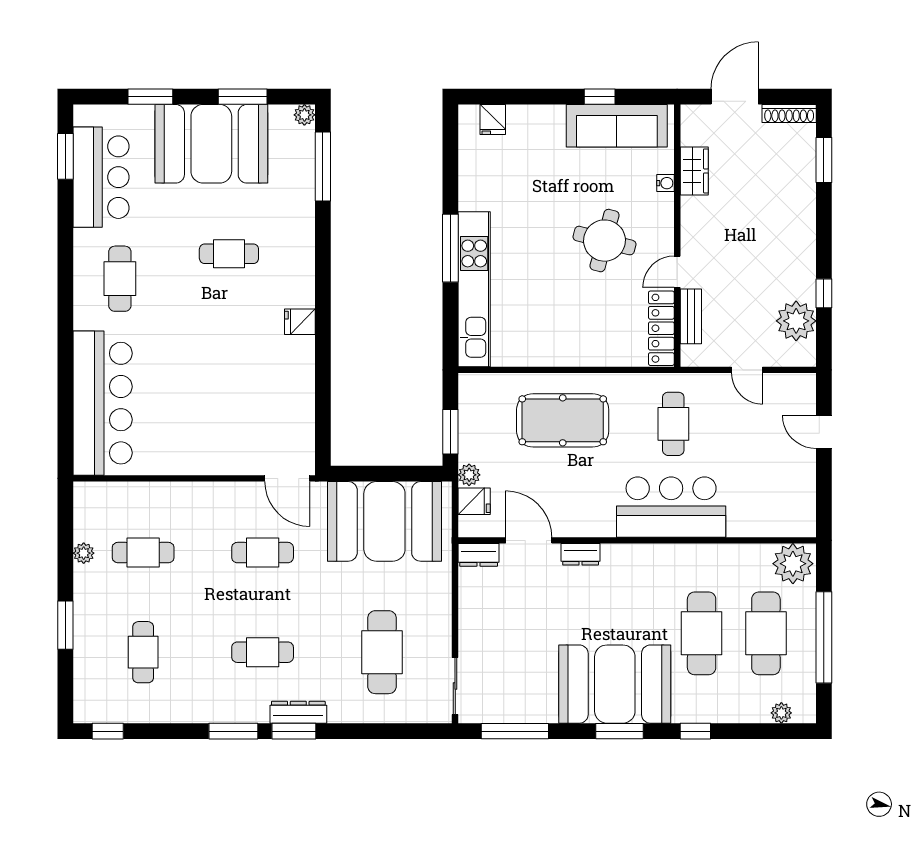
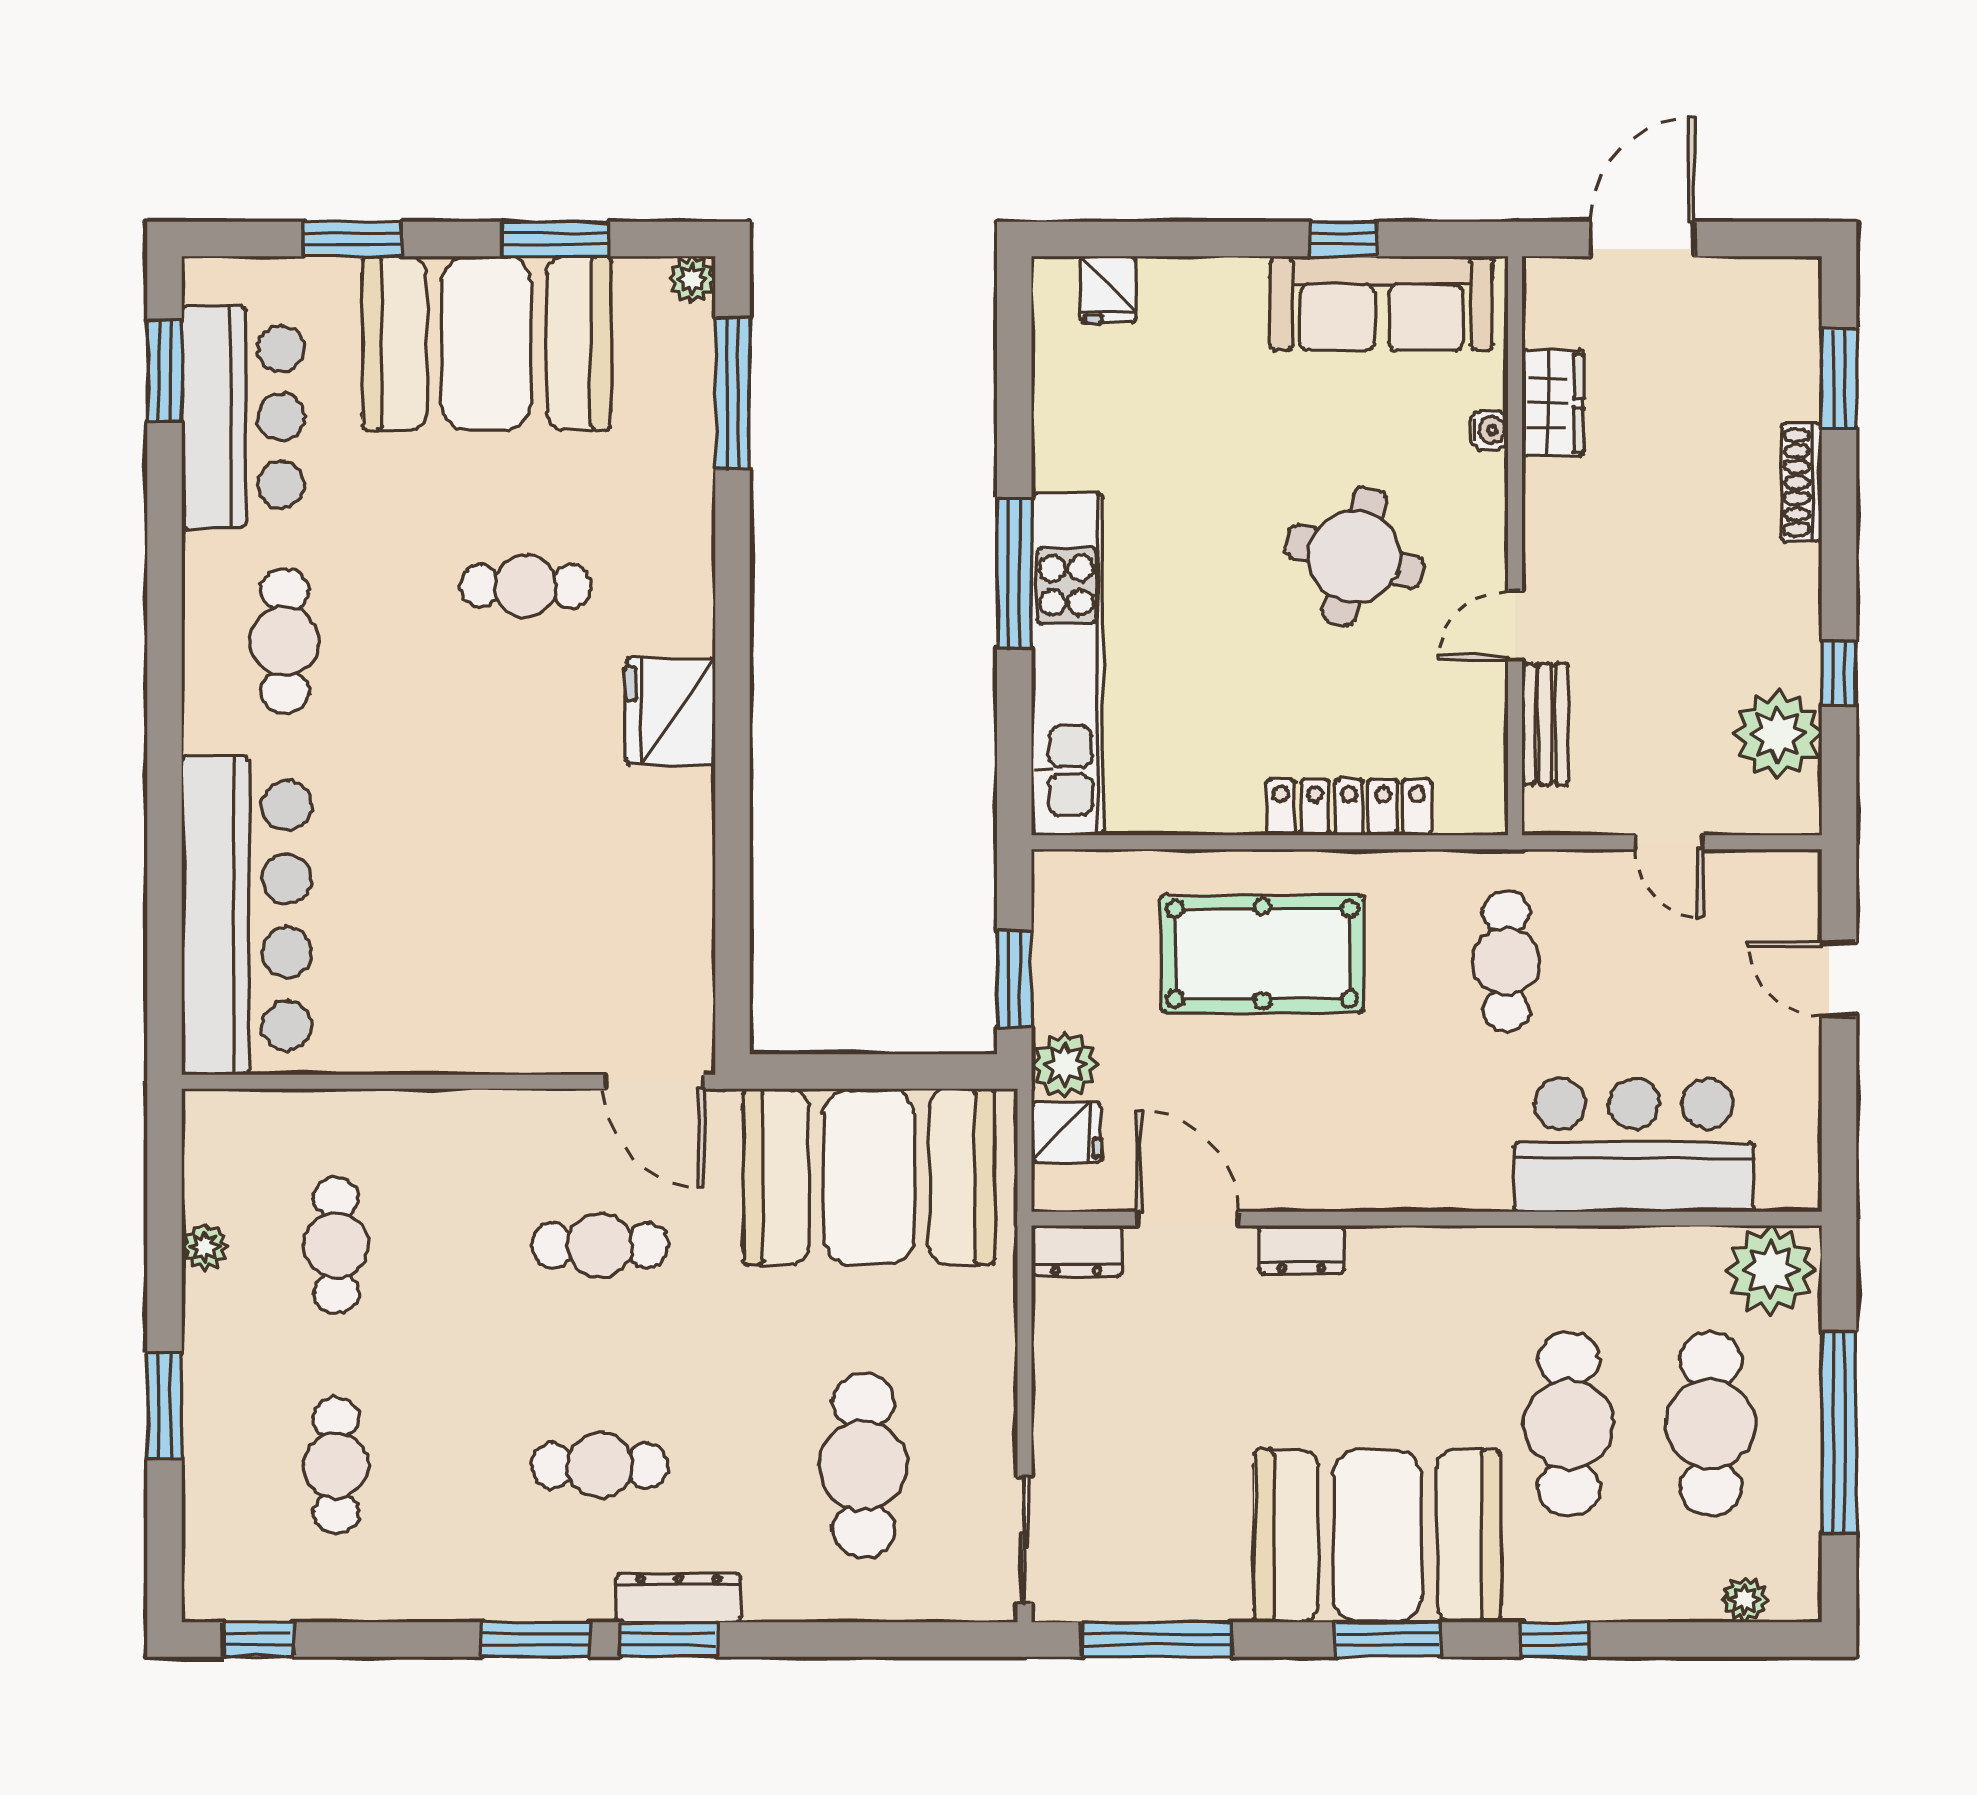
shoe rack: (789, 113) -> (1802, 483), moved, turned 90
fridge: (300, 322) -> (670, 711), width x1.88, depth x1.34
locker: (661, 328) -> (1349, 807), moved, turned 90
plant: (469, 475) -> (1065, 1065), width x1.38, depth x1.38
bar counter: (671, 507) -> (1634, 1145), moved
cafe table: (143, 553) -> (336, 1245), turned 90

